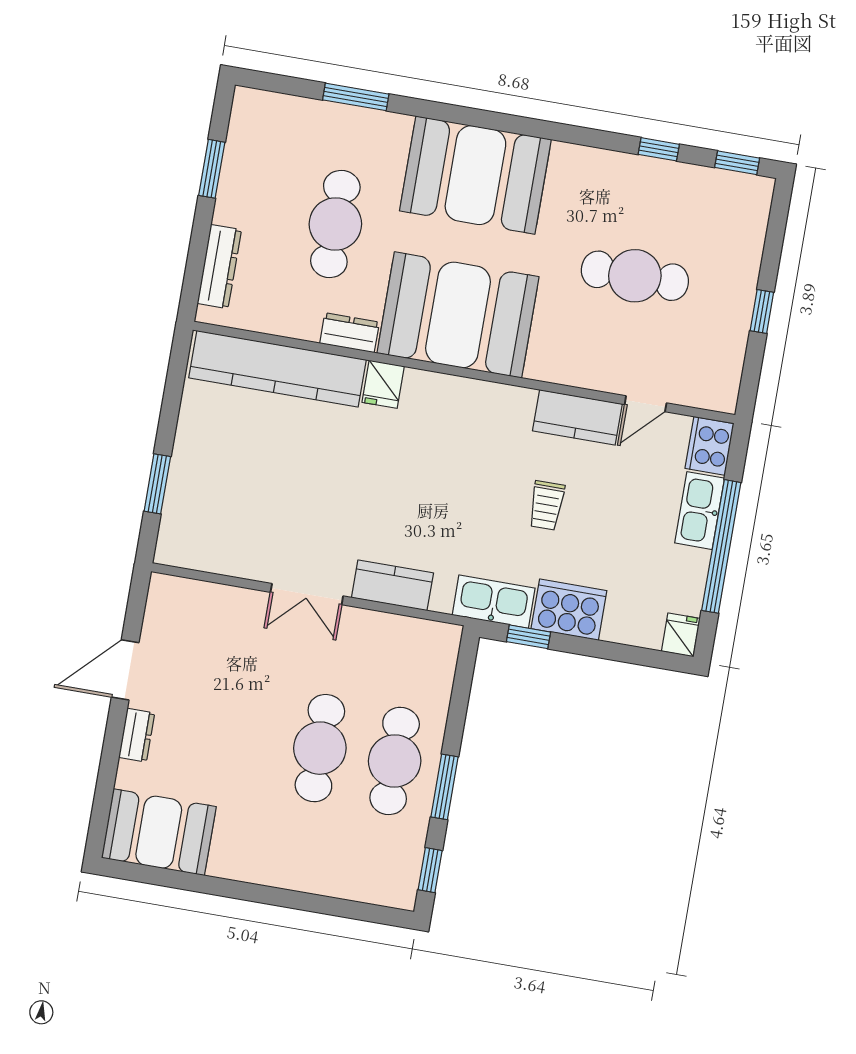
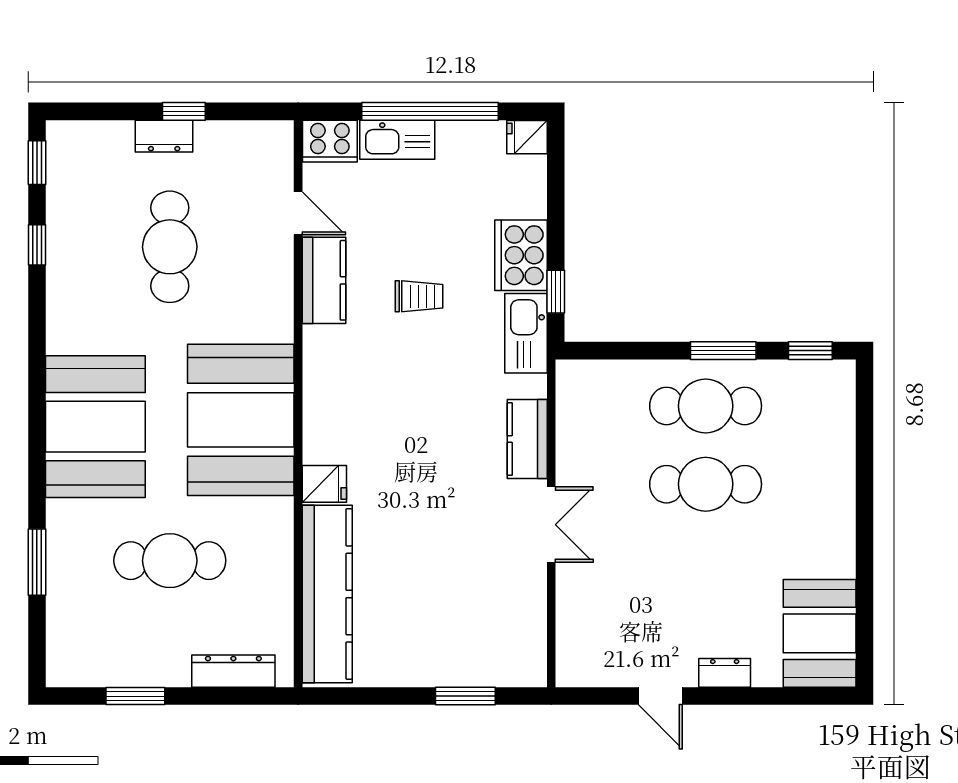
dresser: (350, 333) -> (164, 136), moved, turned -90
door: (125, 670) -> (660, 696), width x0.73

